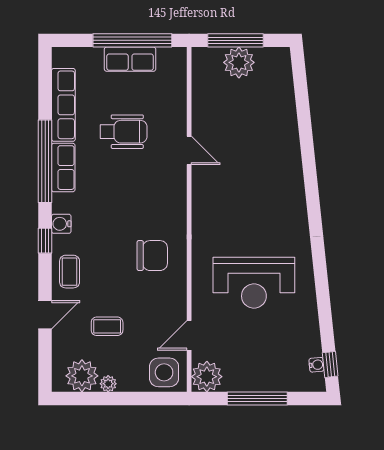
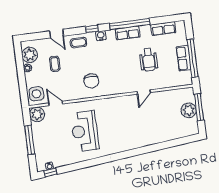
row of seats: (63, 105) -> (163, 29), width x0.68

